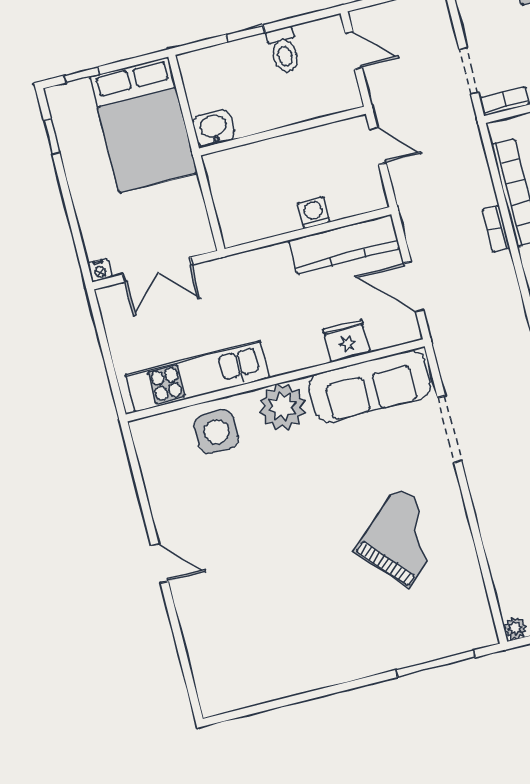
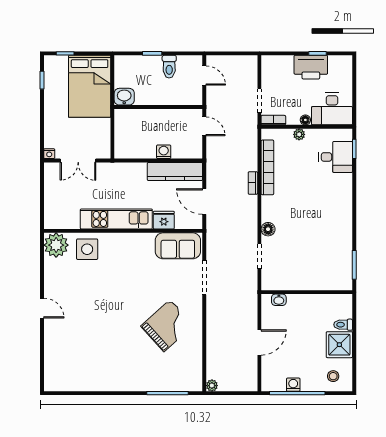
kitchen unit: (197, 376) -> (116, 219), moved
sofa: (370, 386) -> (178, 246), width x0.73
plant: (283, 407) -> (56, 245), moved

